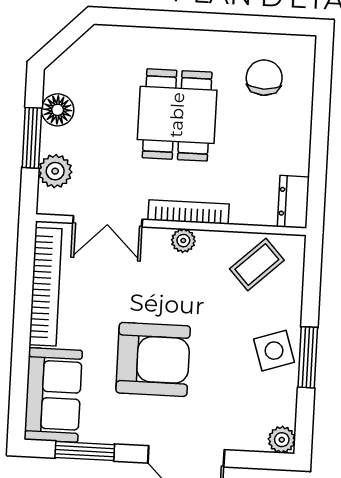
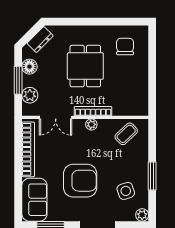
dresser: (293, 202) -> (40, 39), moved, turned -135
side table: (274, 351) -> (126, 191), moved

